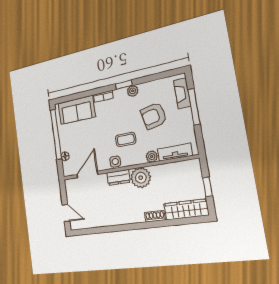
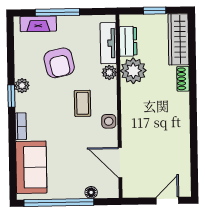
dresser: (118, 177) -> (128, 41), moved
plant: (141, 178) -> (133, 71), moved

